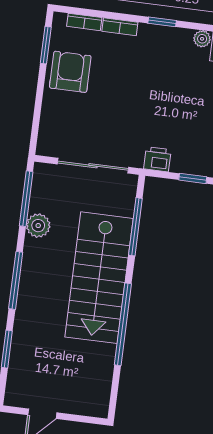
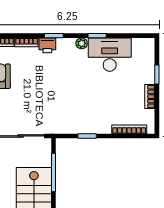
printer: (157, 159) -> (47, 45), moved, turned 180

